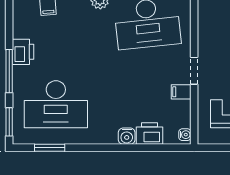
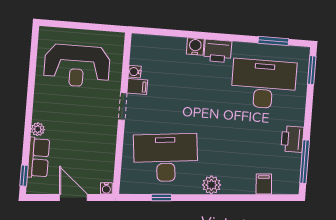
window: (9, 71) -> (305, 162), moved
printer: (149, 134) -> (218, 51), moved
water cooler: (185, 135) -> (135, 72), moved

